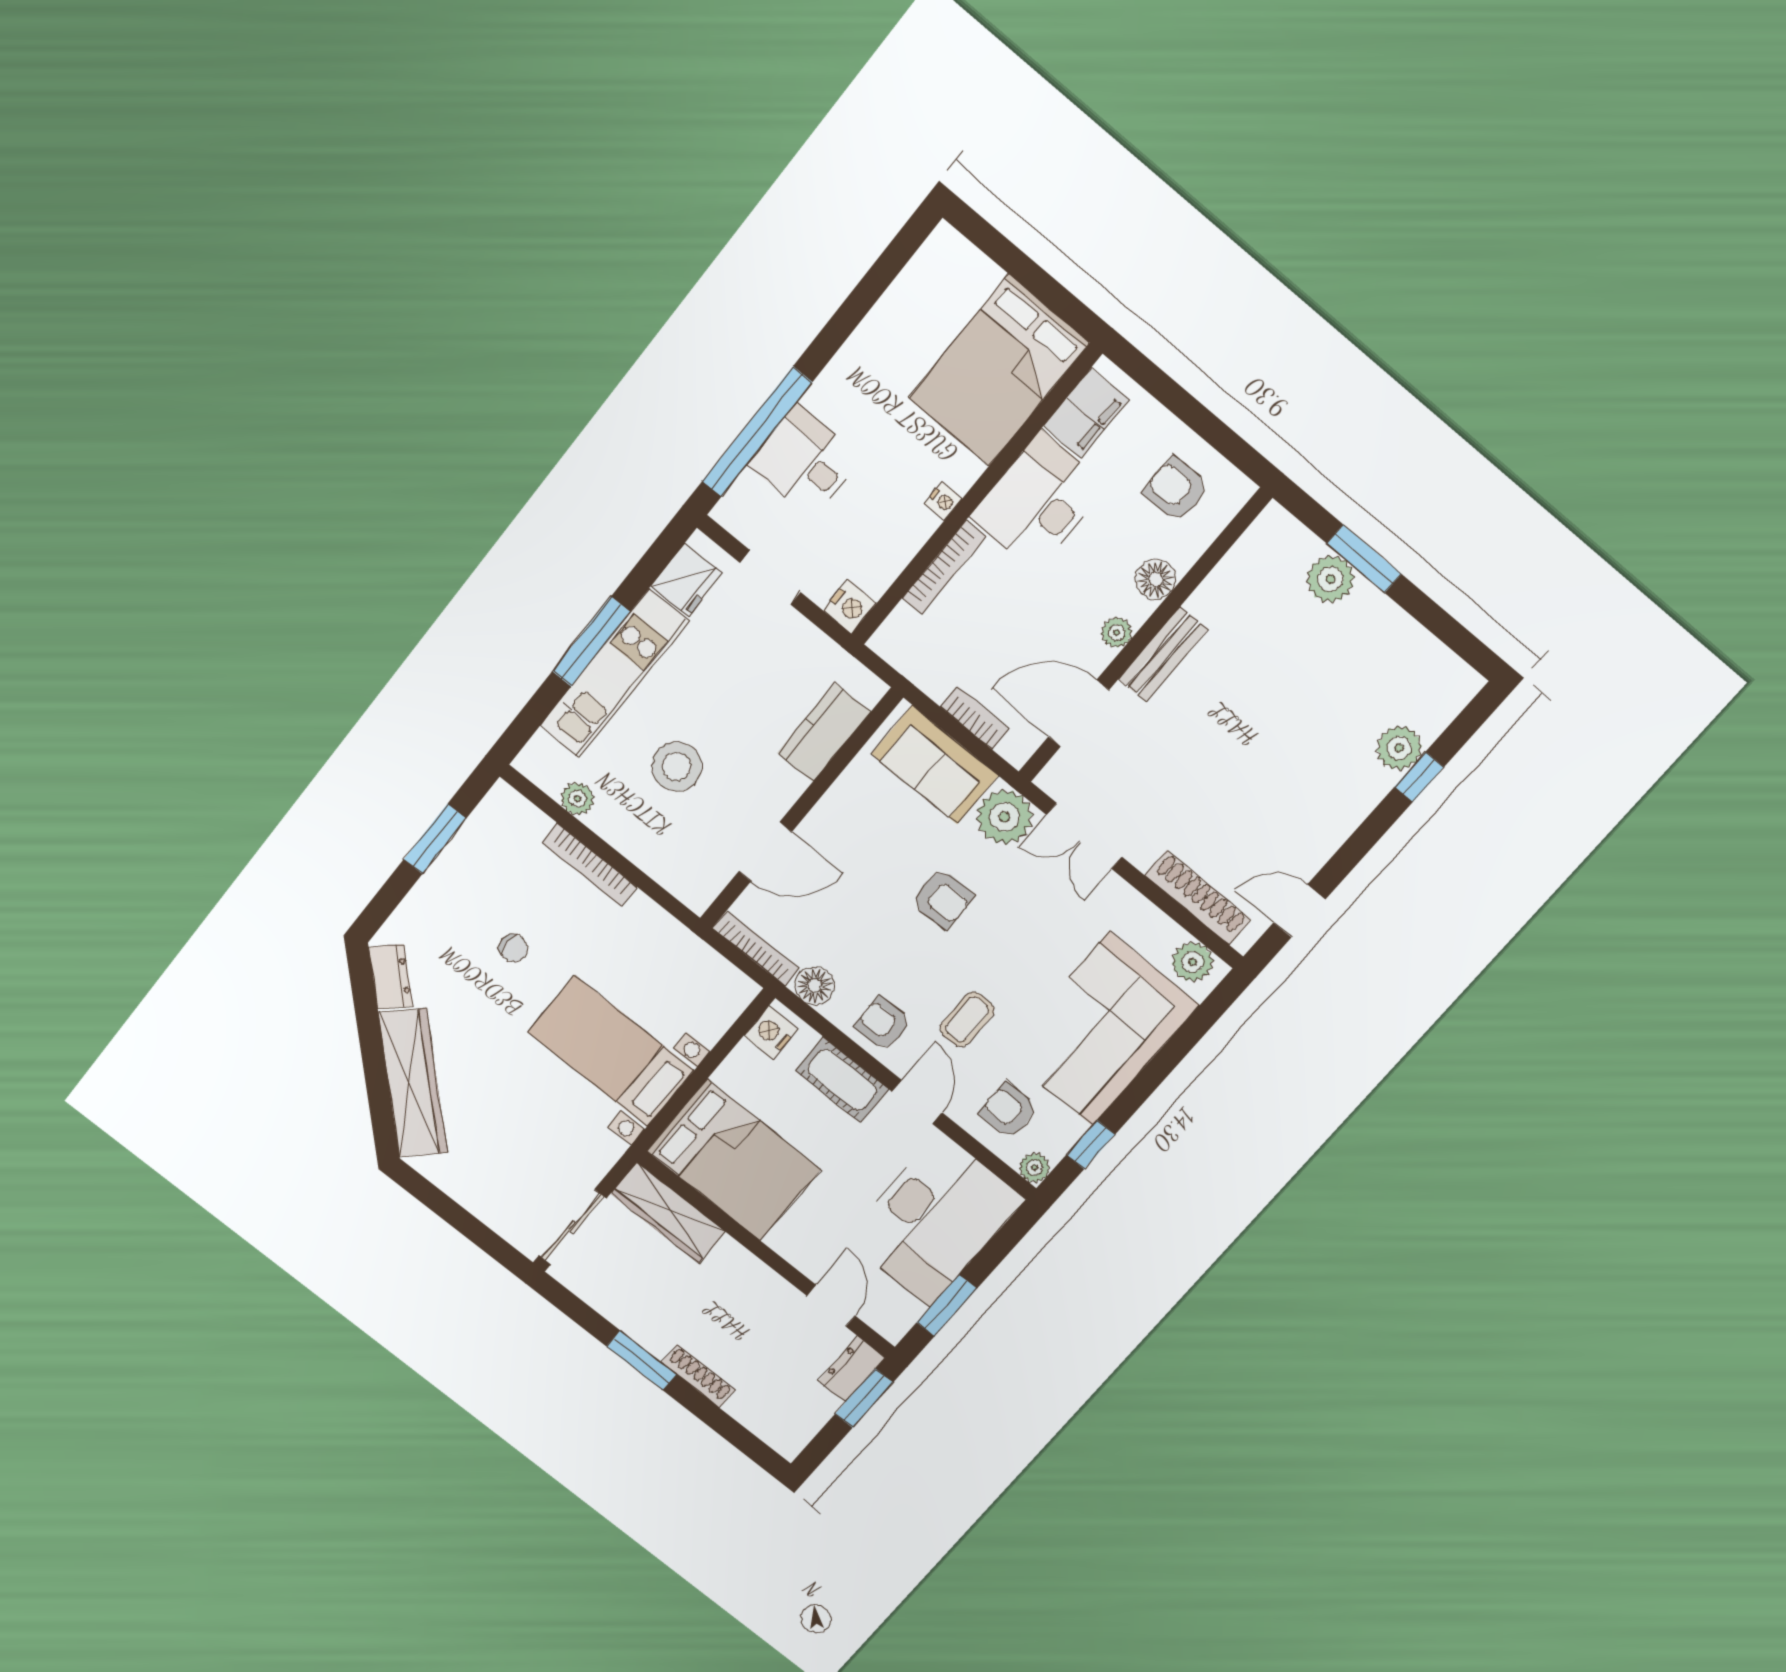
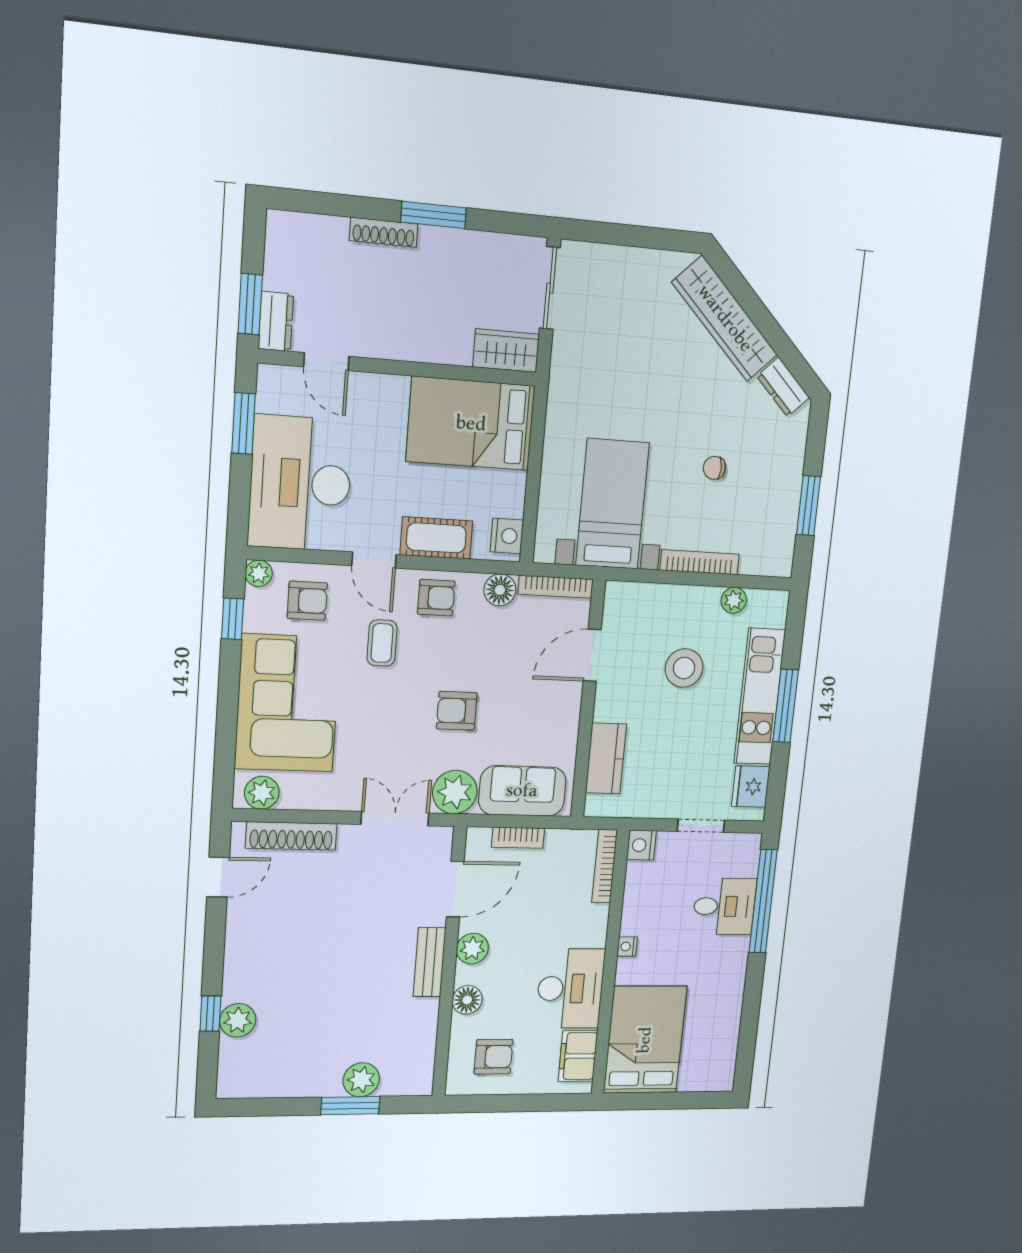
bookcase: (944, 567) -> (605, 866), moved
plant: (1117, 632) -> (472, 949), width x1.38, depth x1.38
bed with nightstands: (611, 1051) -> (612, 504), moved, turned -90
wardrobe: (668, 1213) -> (506, 351), width x0.67

